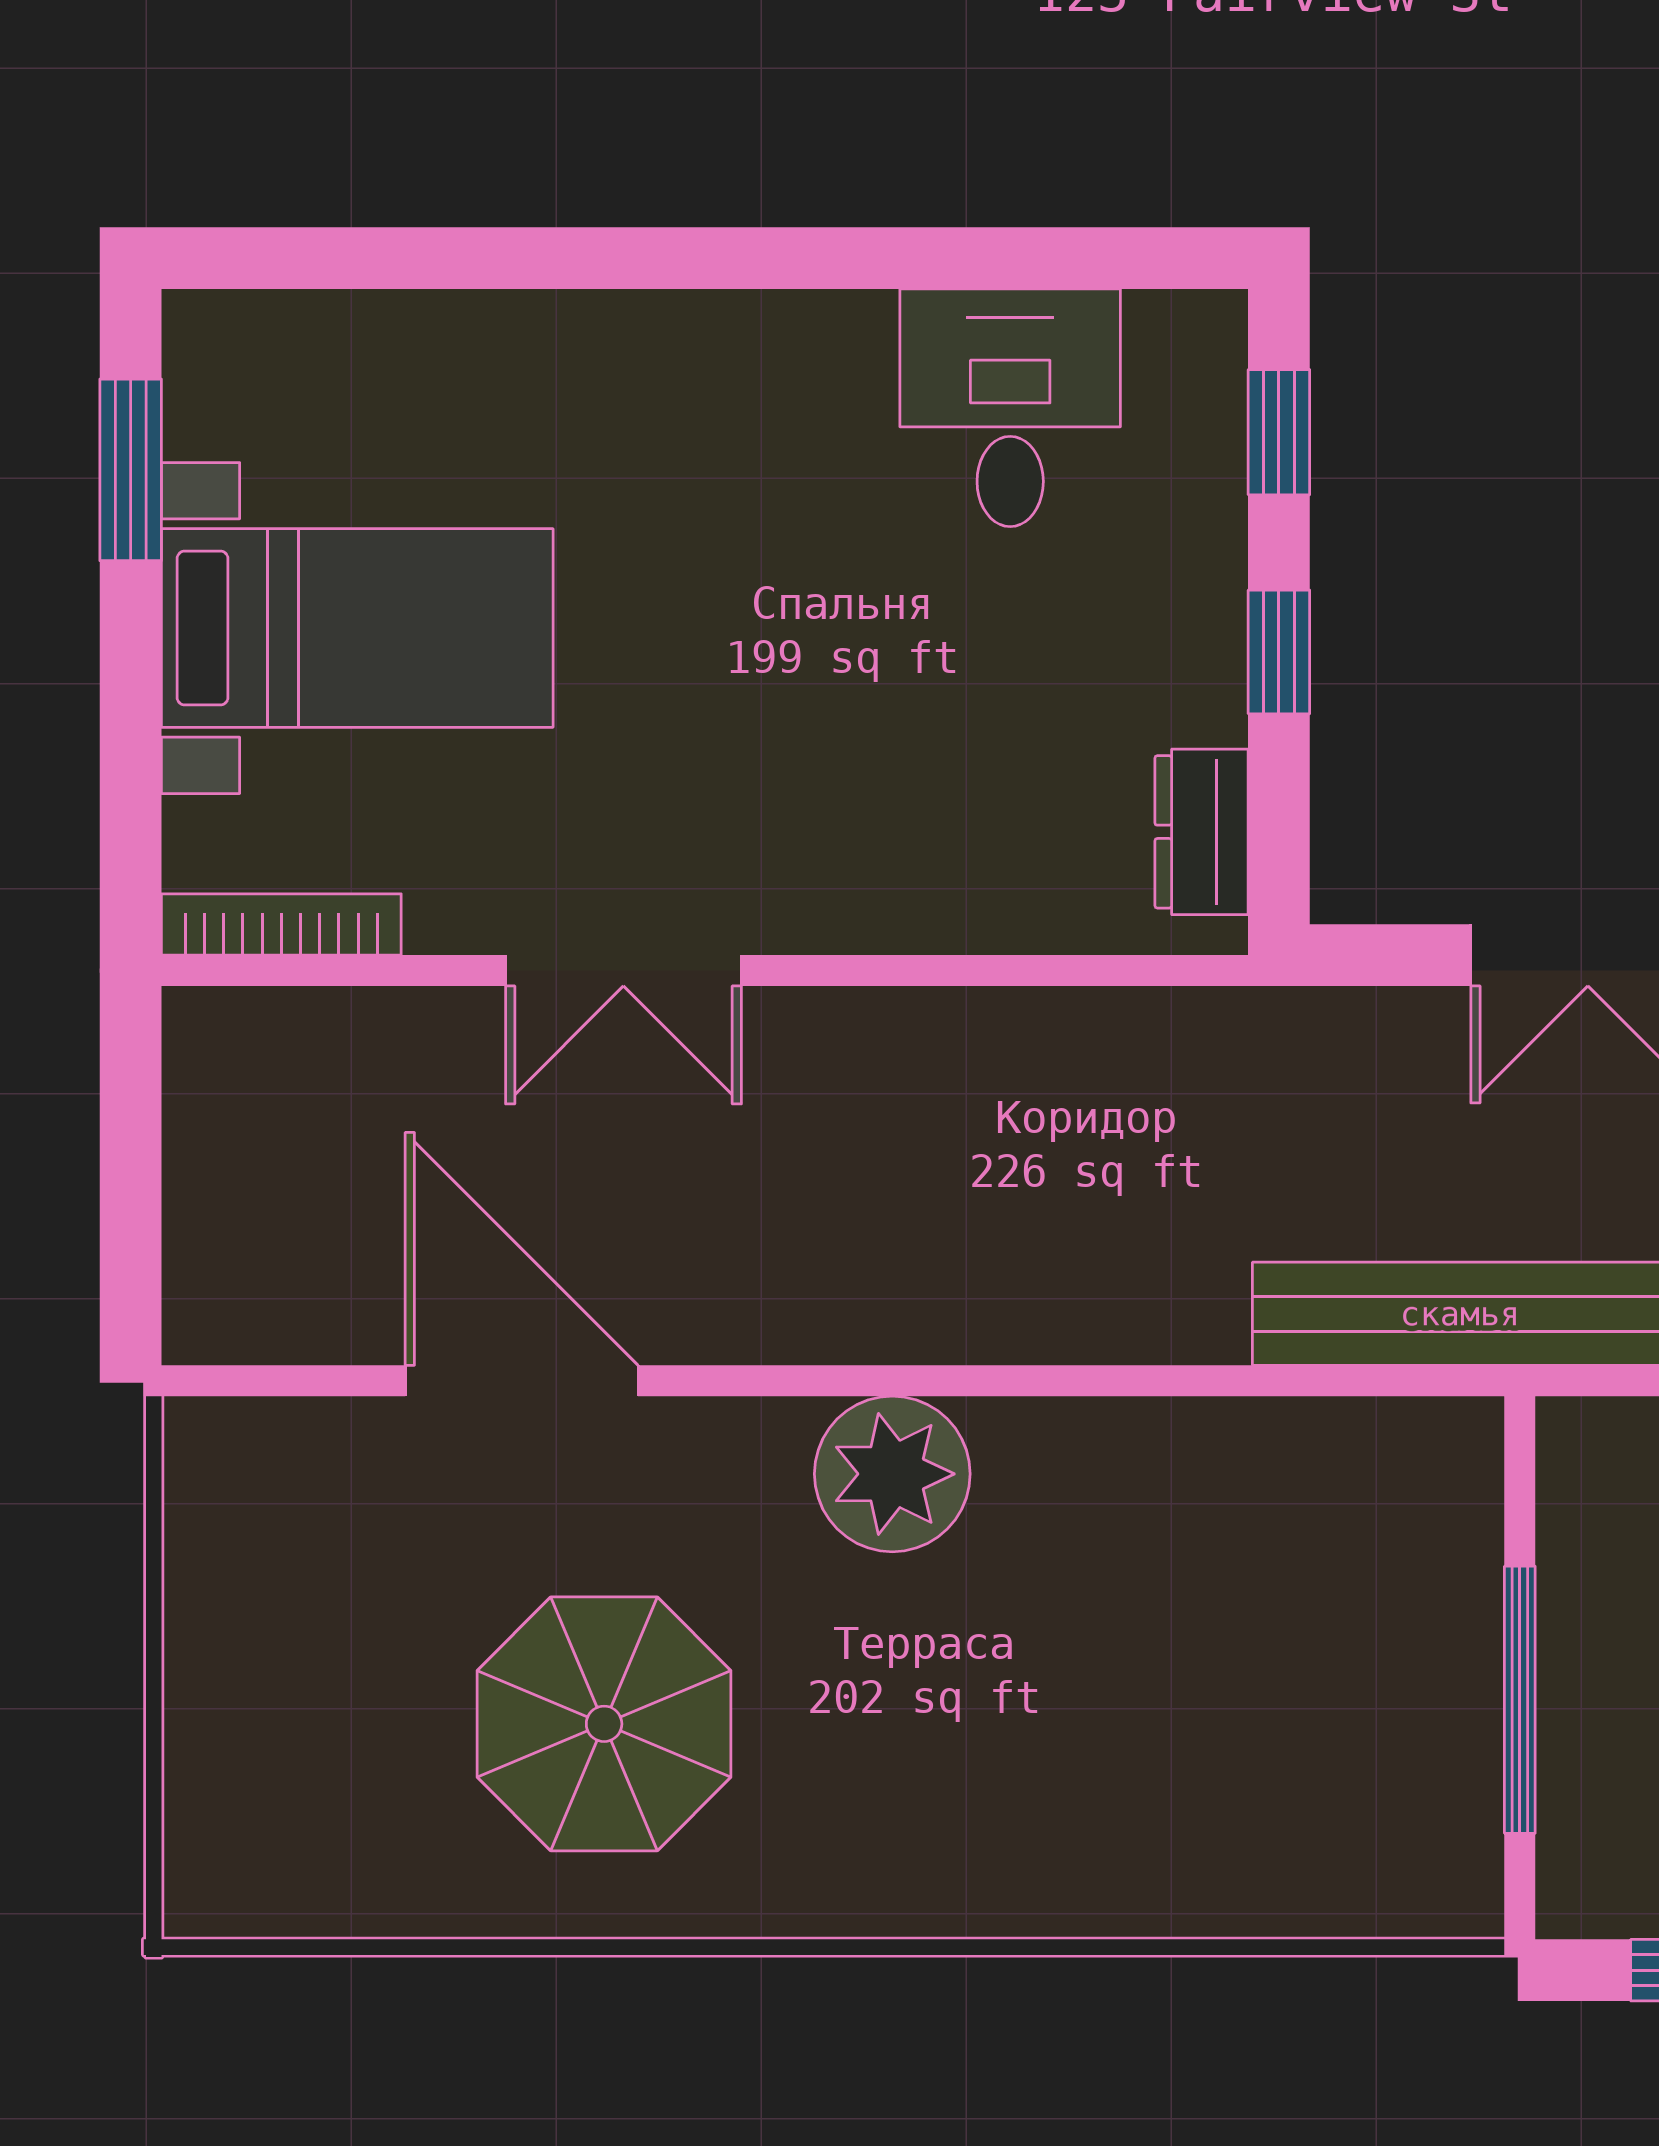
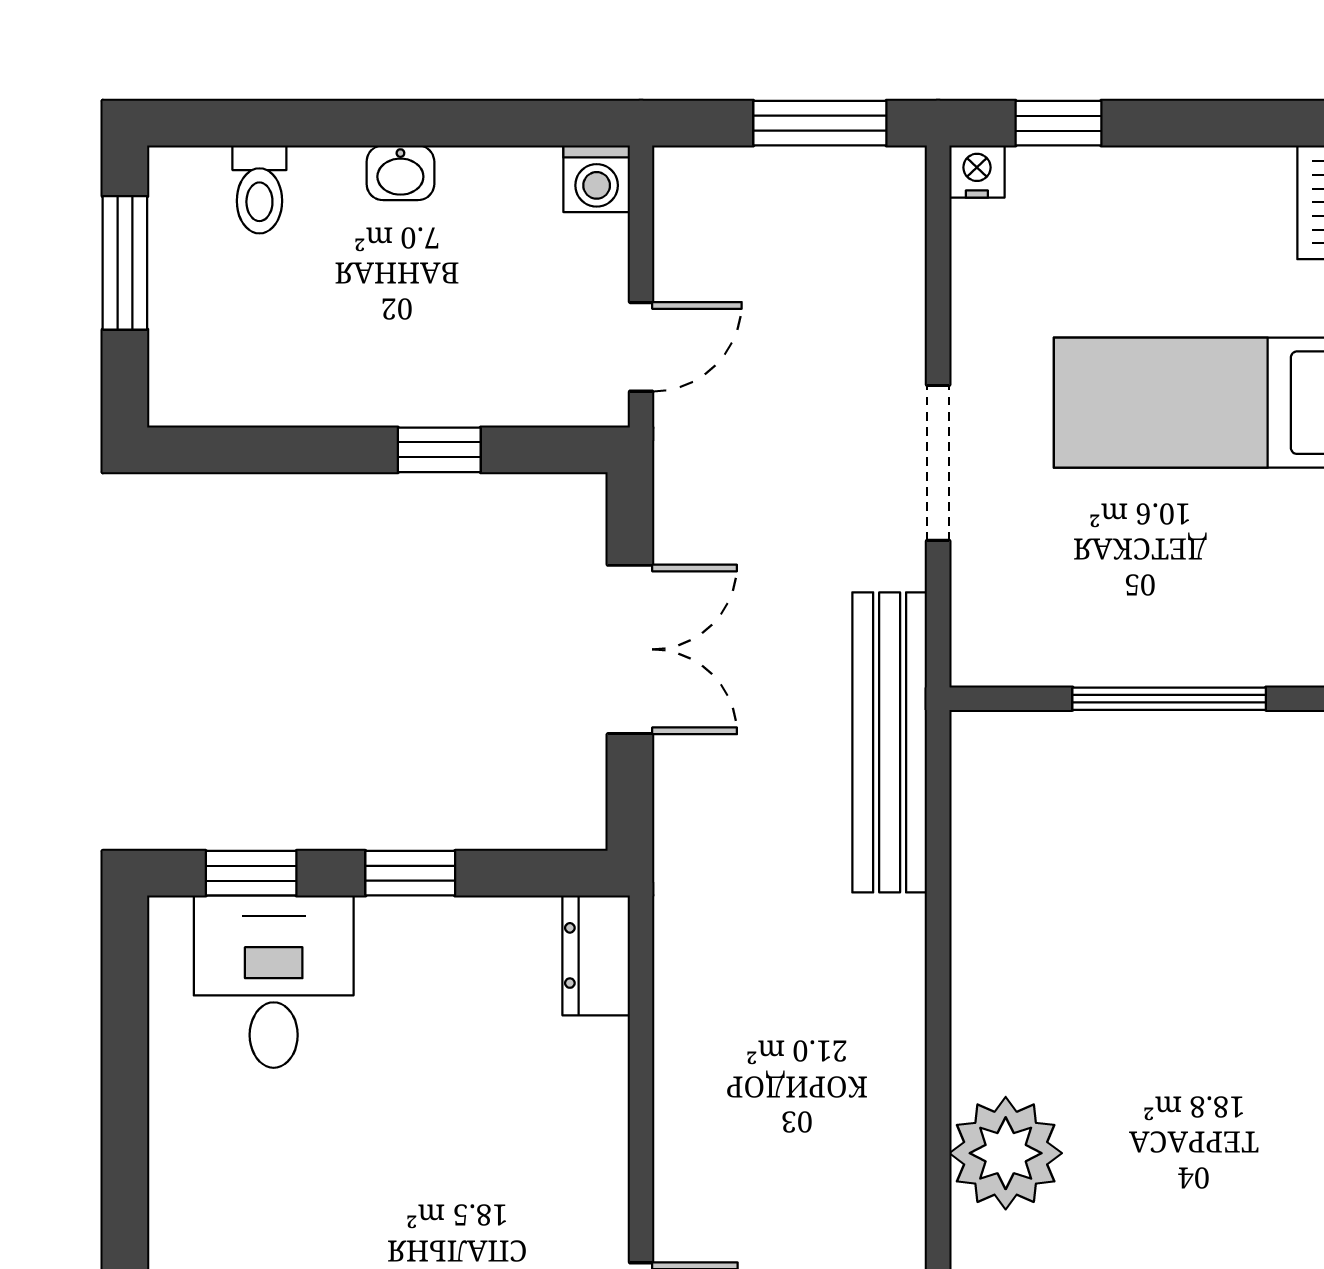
desk: (1010, 408) -> (274, 982), moved, turned 90
dresser: (1202, 832) -> (596, 955), moved, turned 90

